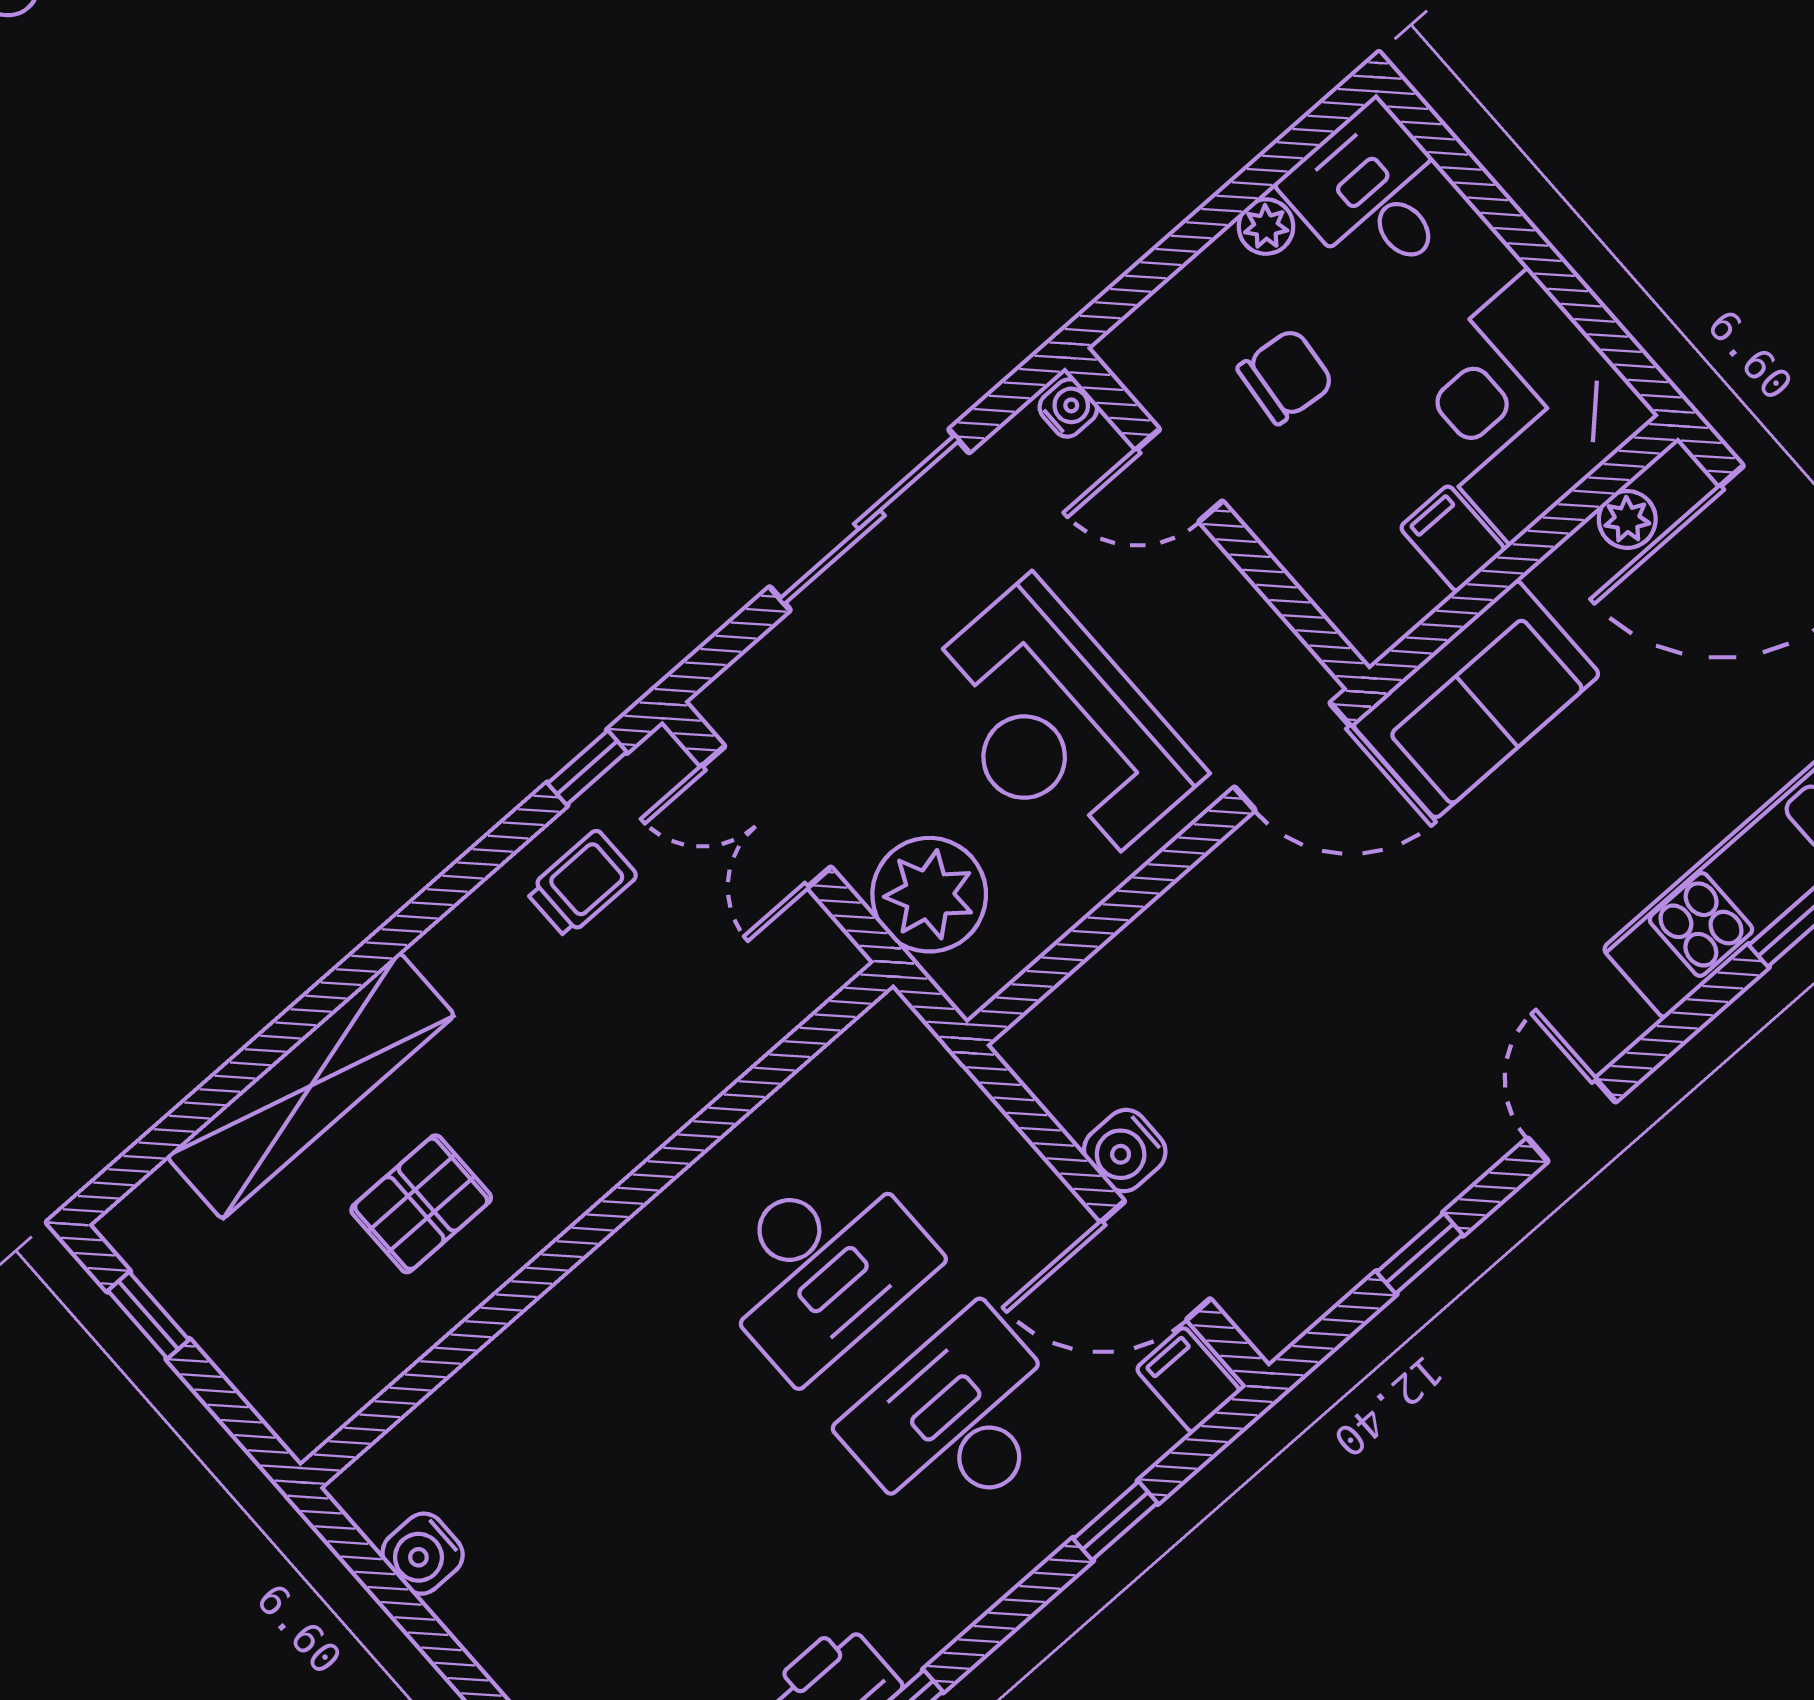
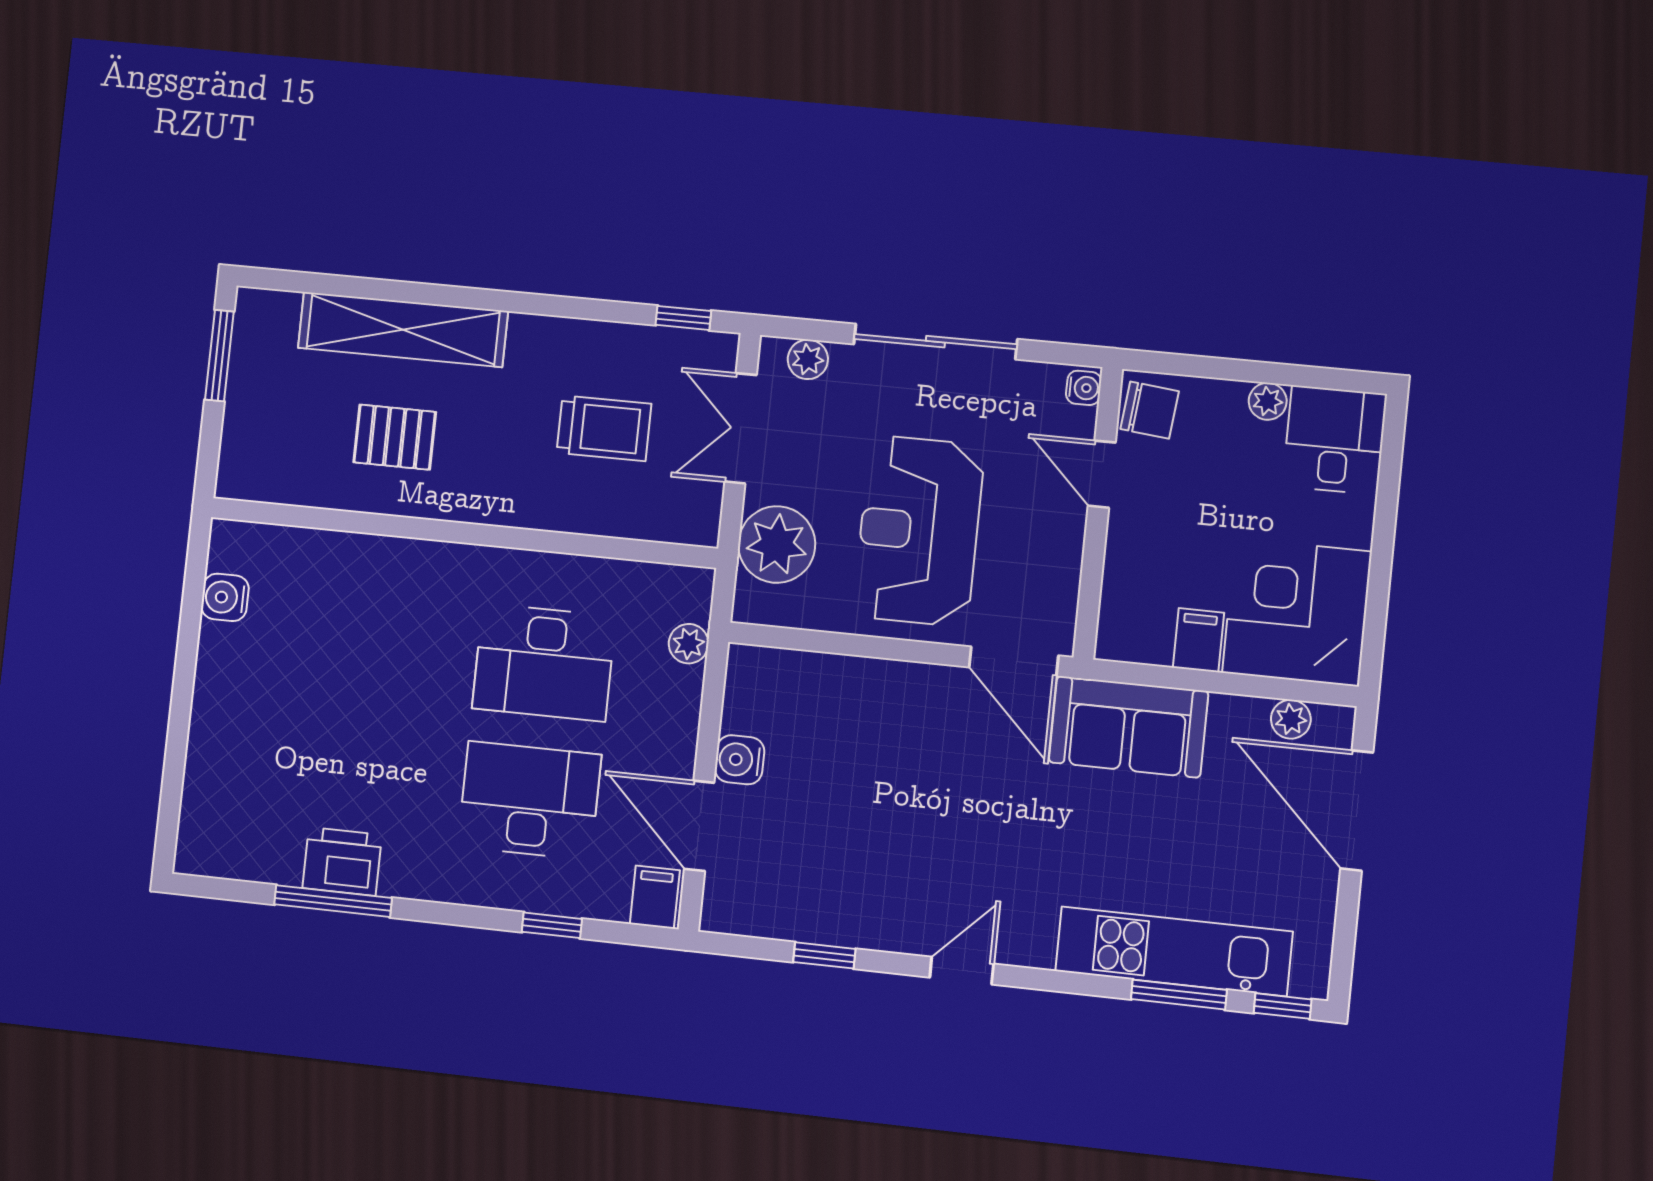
chair: (1286, 376) -> (1150, 410), moved
plant: (759, 675) -> (808, 359), added
trolley: (582, 884) -> (604, 428), moved, width x1.36, depth x1.39
plant: (948, 1090) -> (689, 644), added
window: (148, 1315) -> (219, 356), width x1.50

